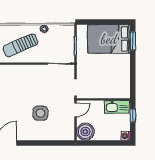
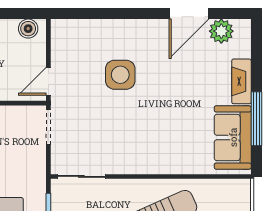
boiler: (85, 132) -> (28, 29), width x0.54, depth x0.54

